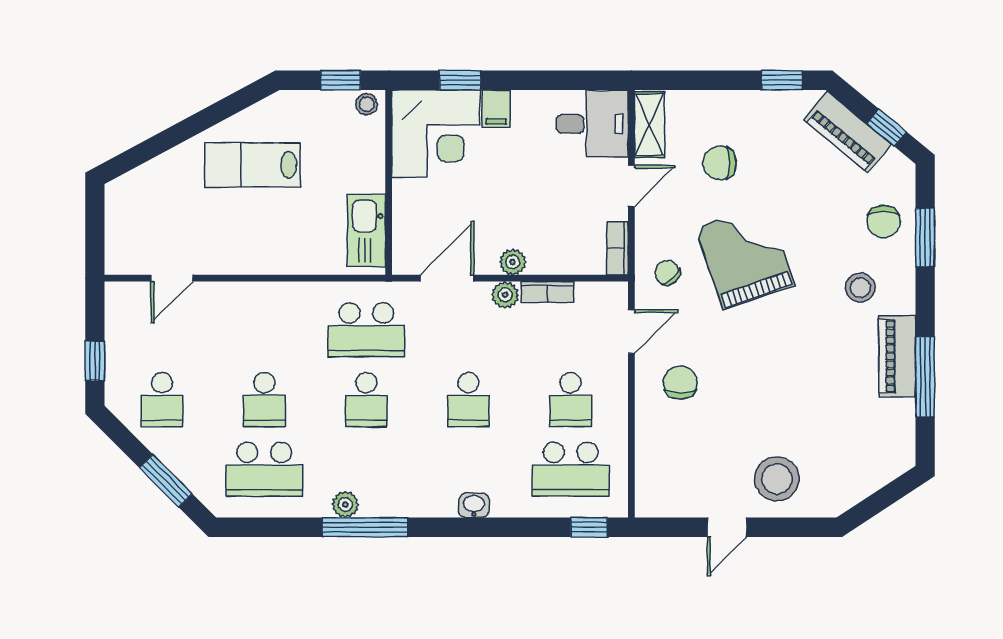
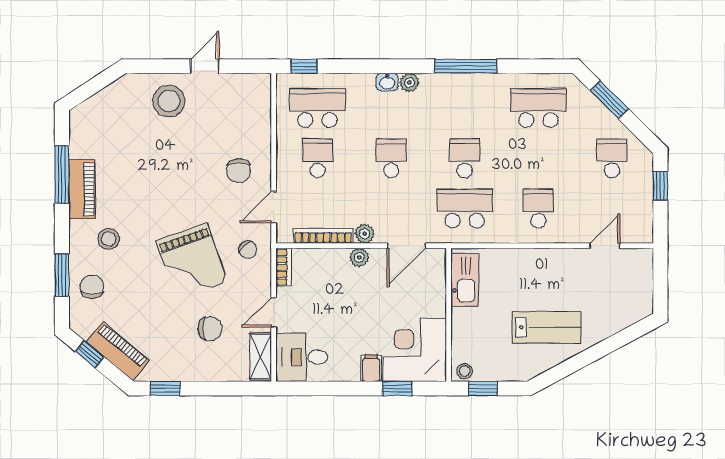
bookcase: (548, 292) -> (323, 236), width x1.56
school desk: (264, 400) -> (538, 209), moved
plant: (345, 505) -> (409, 83), moved

